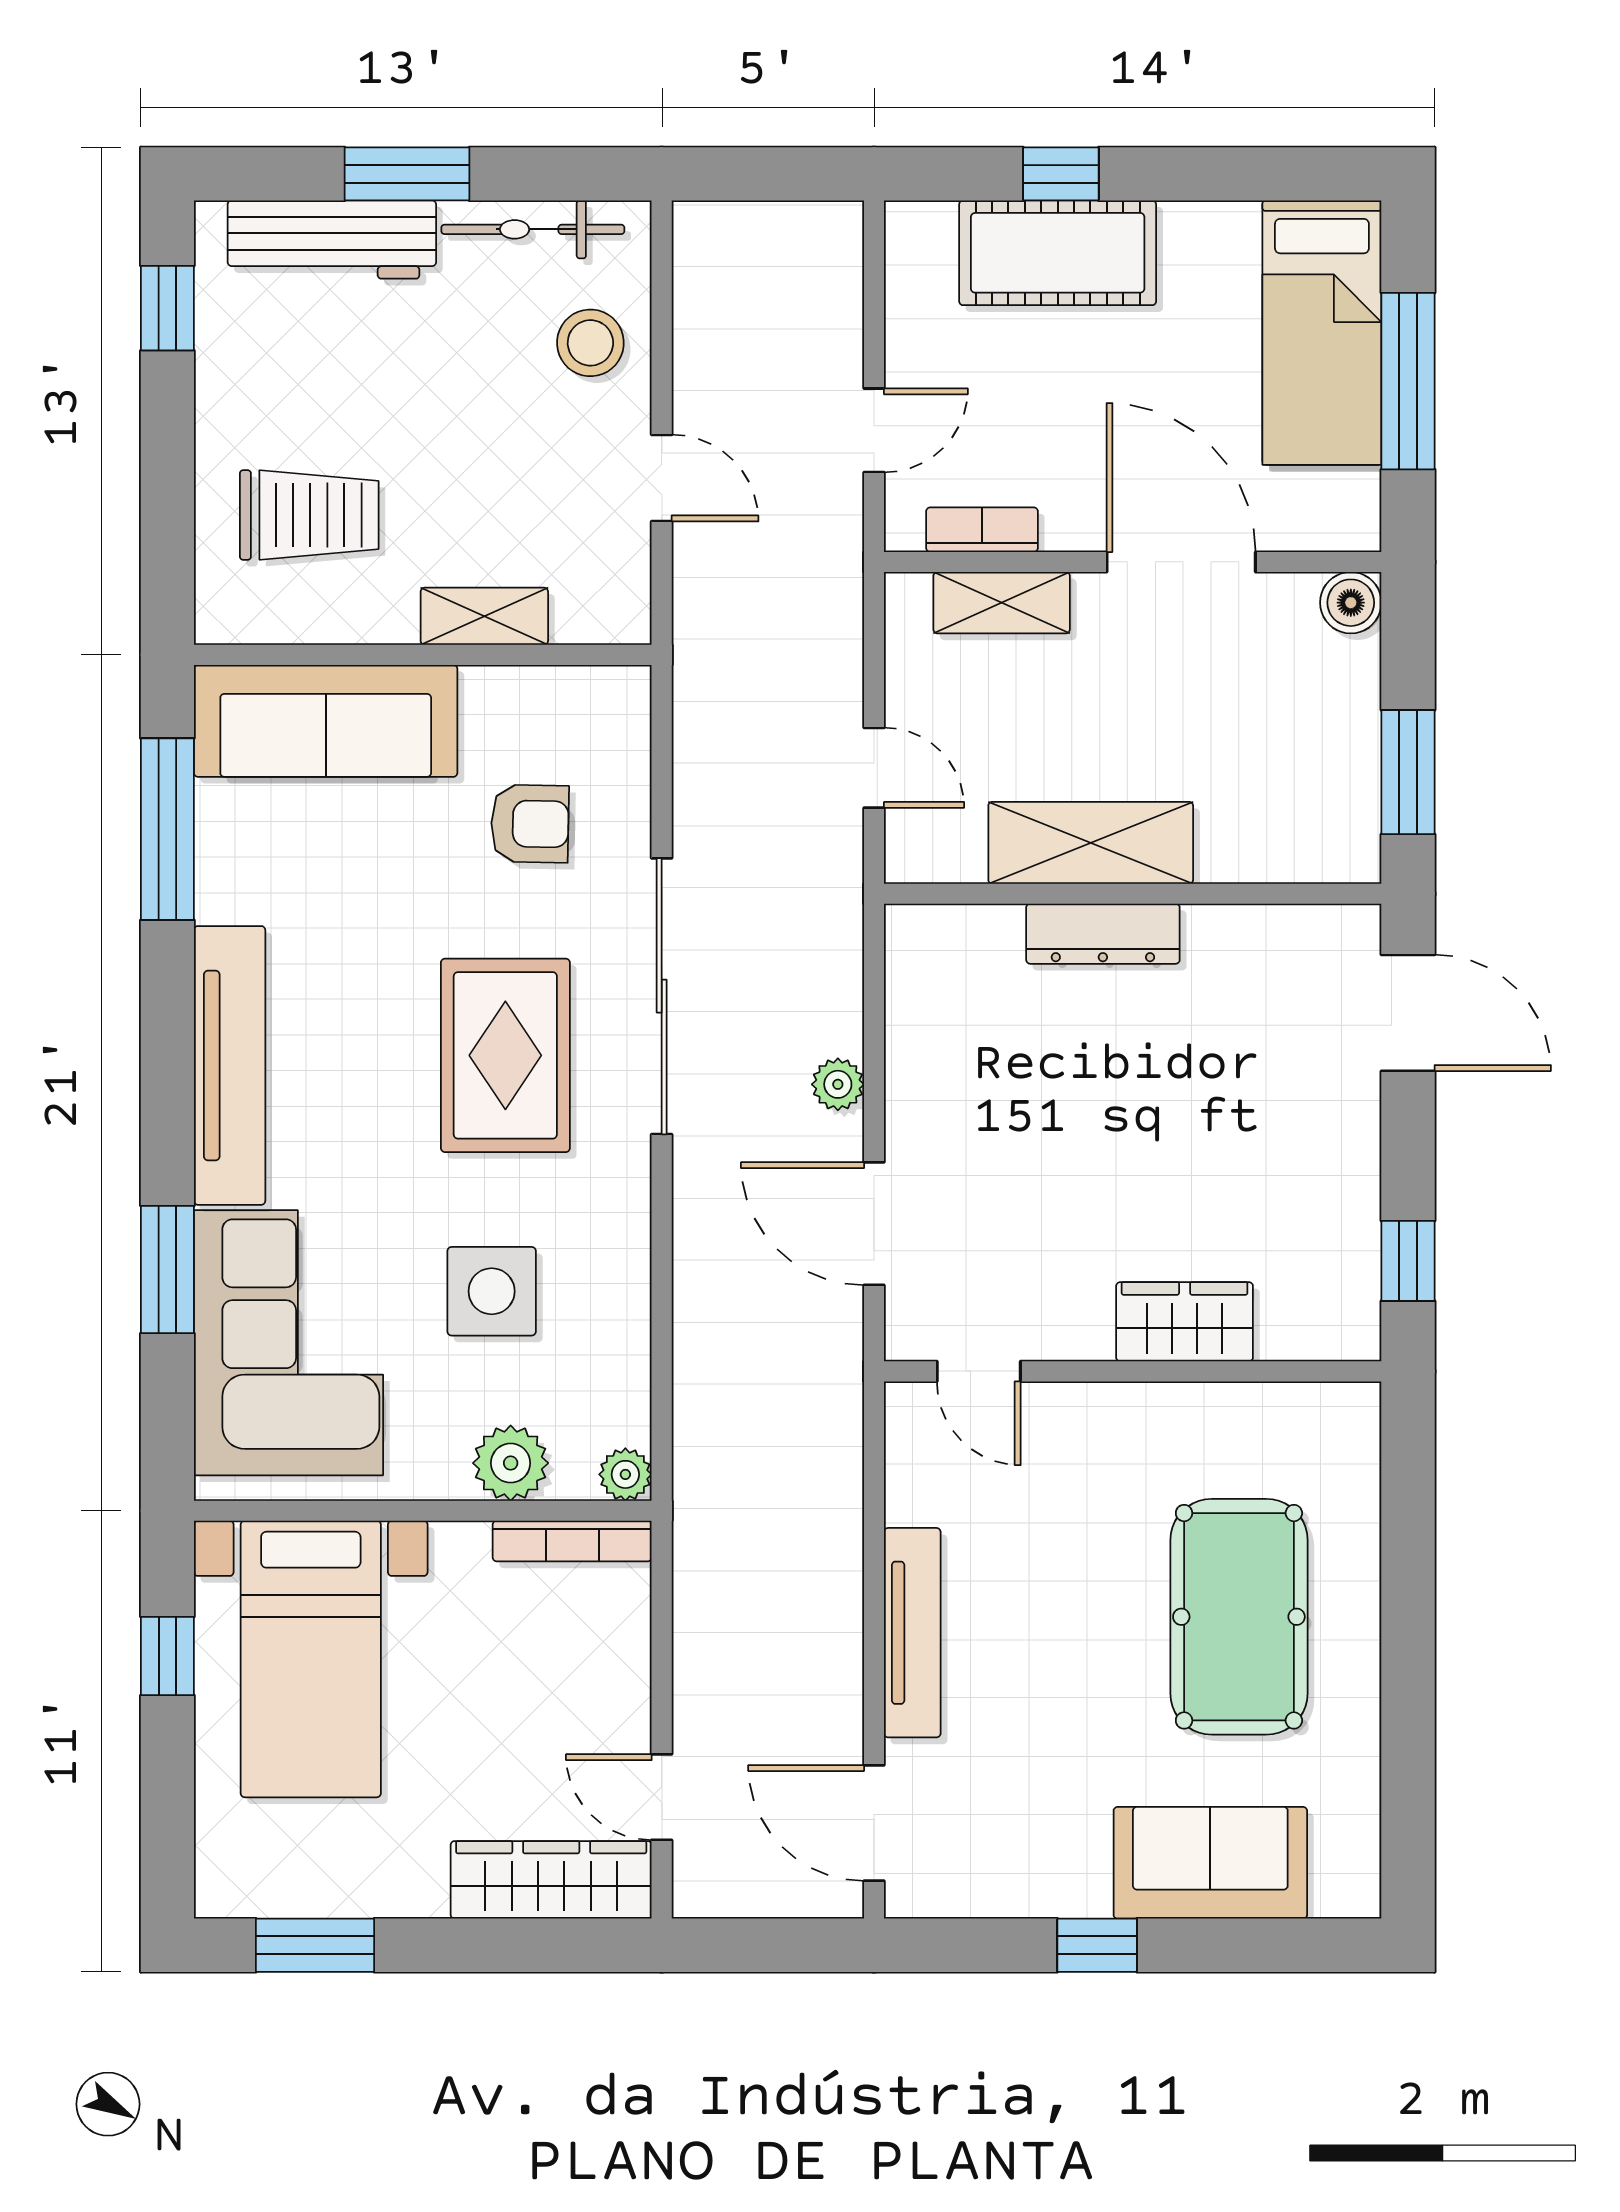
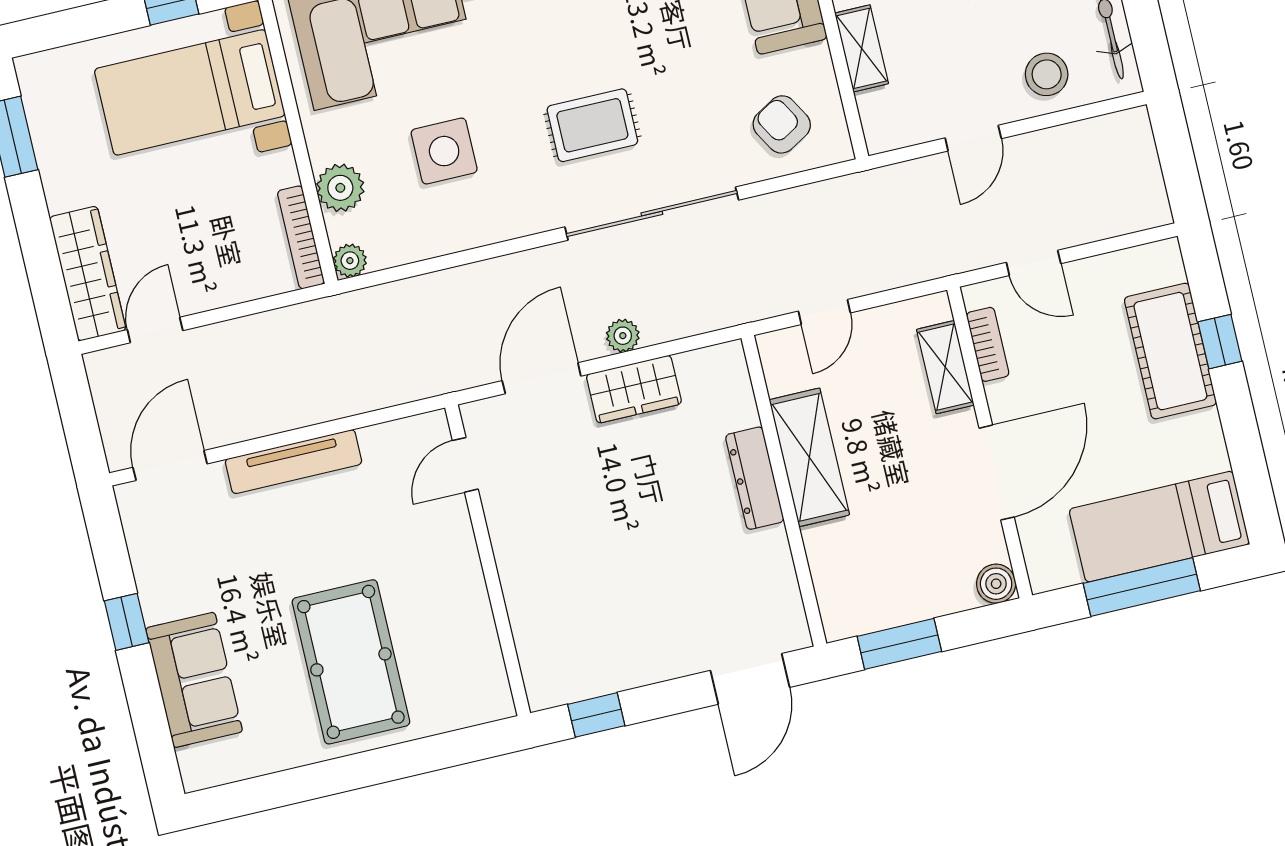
armchair: (530, 824) -> (782, 124), moved, turned 149
rug: (505, 1055) -> (592, 125), width x0.73, depth x0.70
wardrobe: (1185, 1322) -> (634, 389), moved, turned 90
pool table: (1239, 1617) -> (351, 662), turned 90

